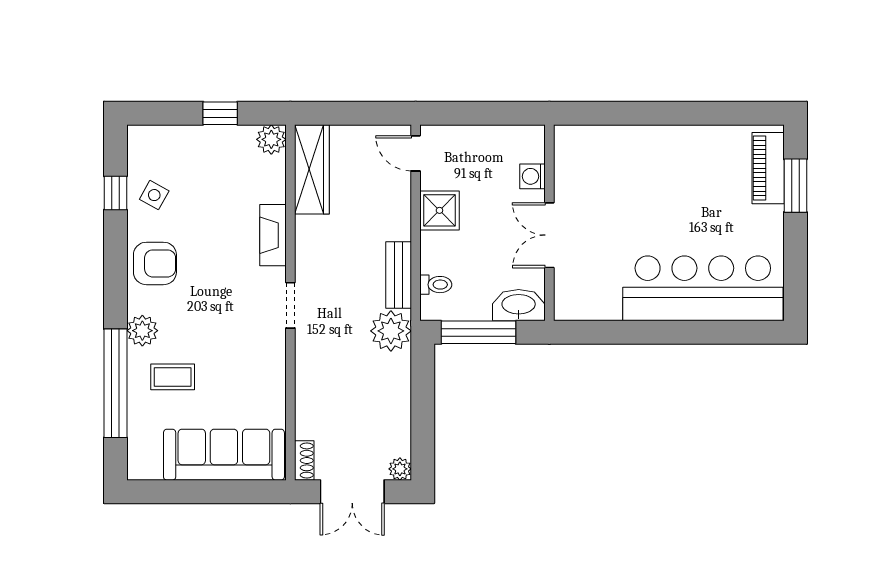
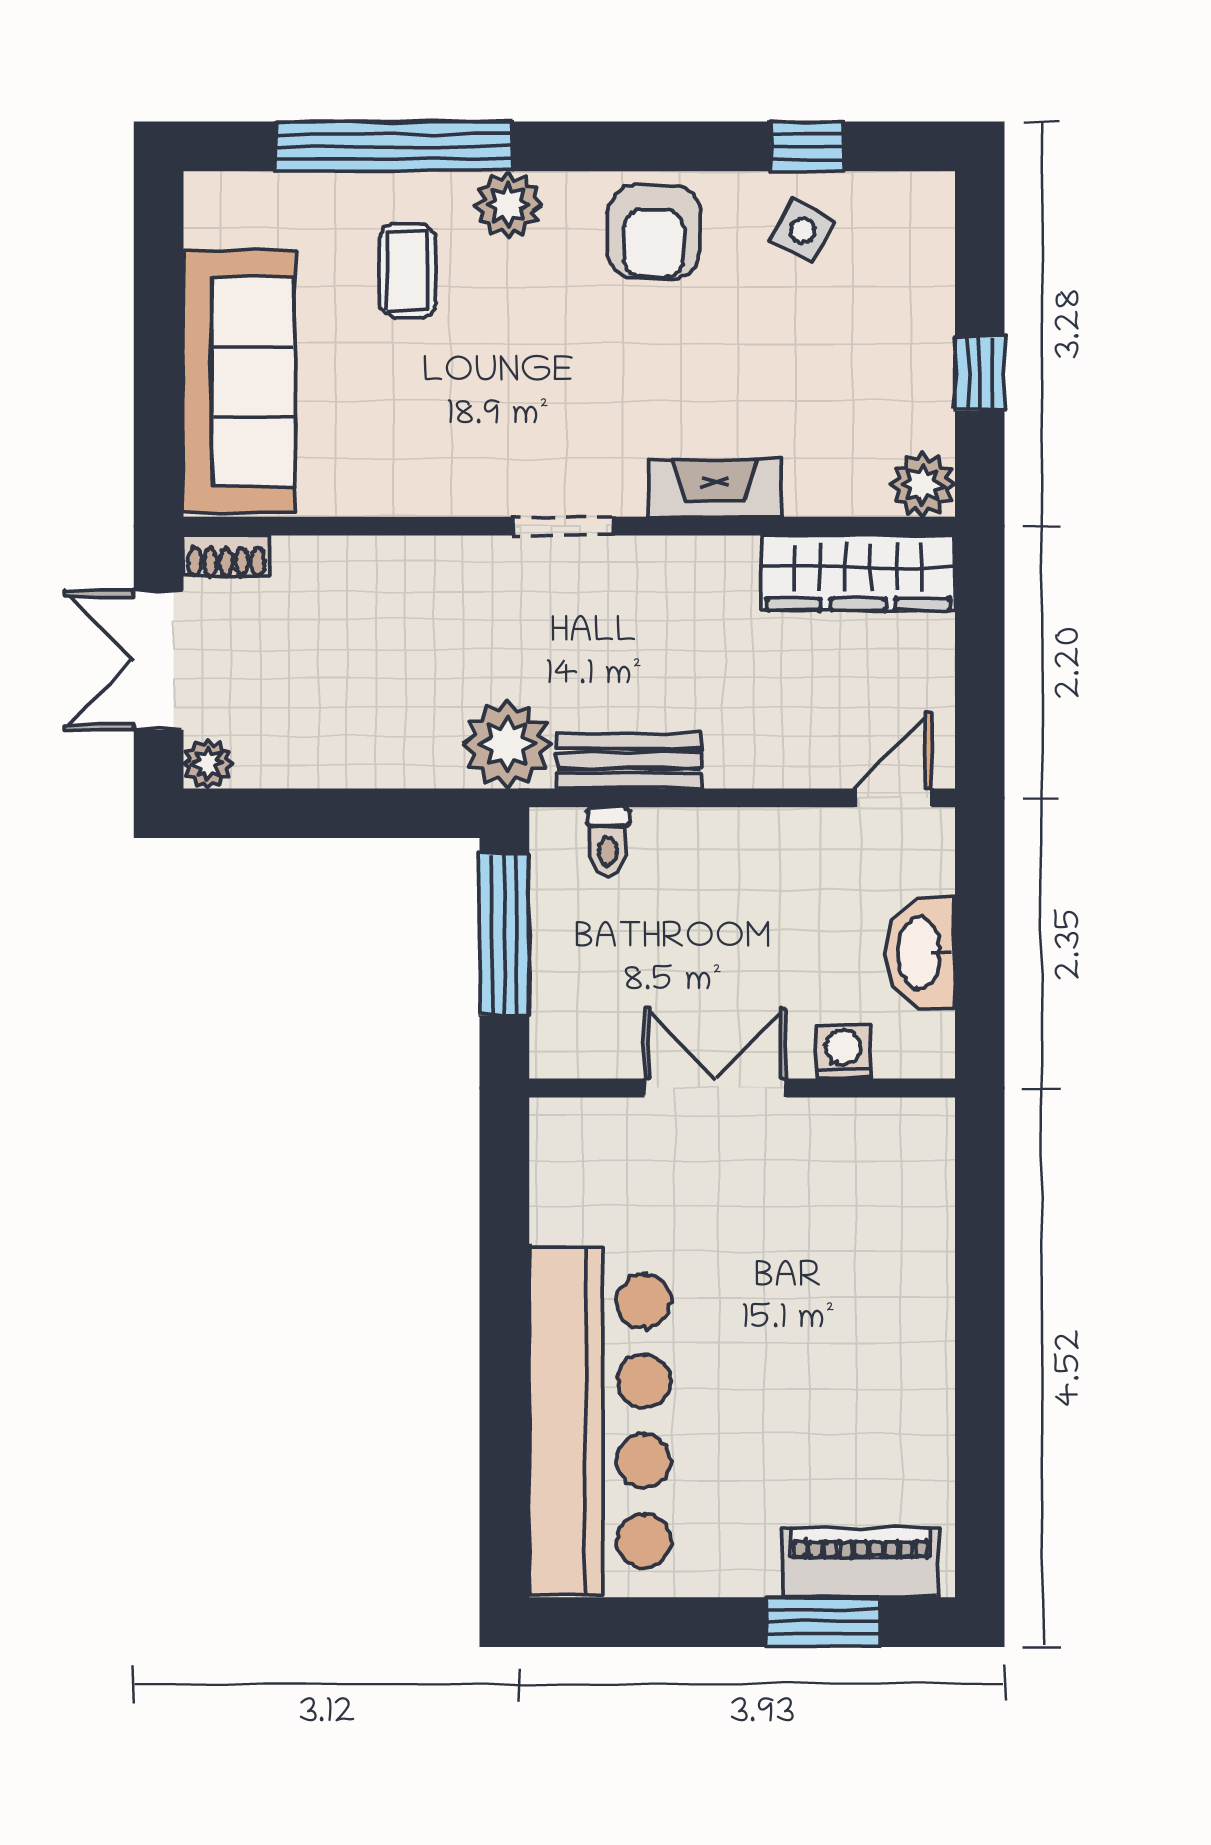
shower: (439, 210) -> (769, 850), removed
washbasin: (519, 305) -> (921, 953), moved, turned 180

